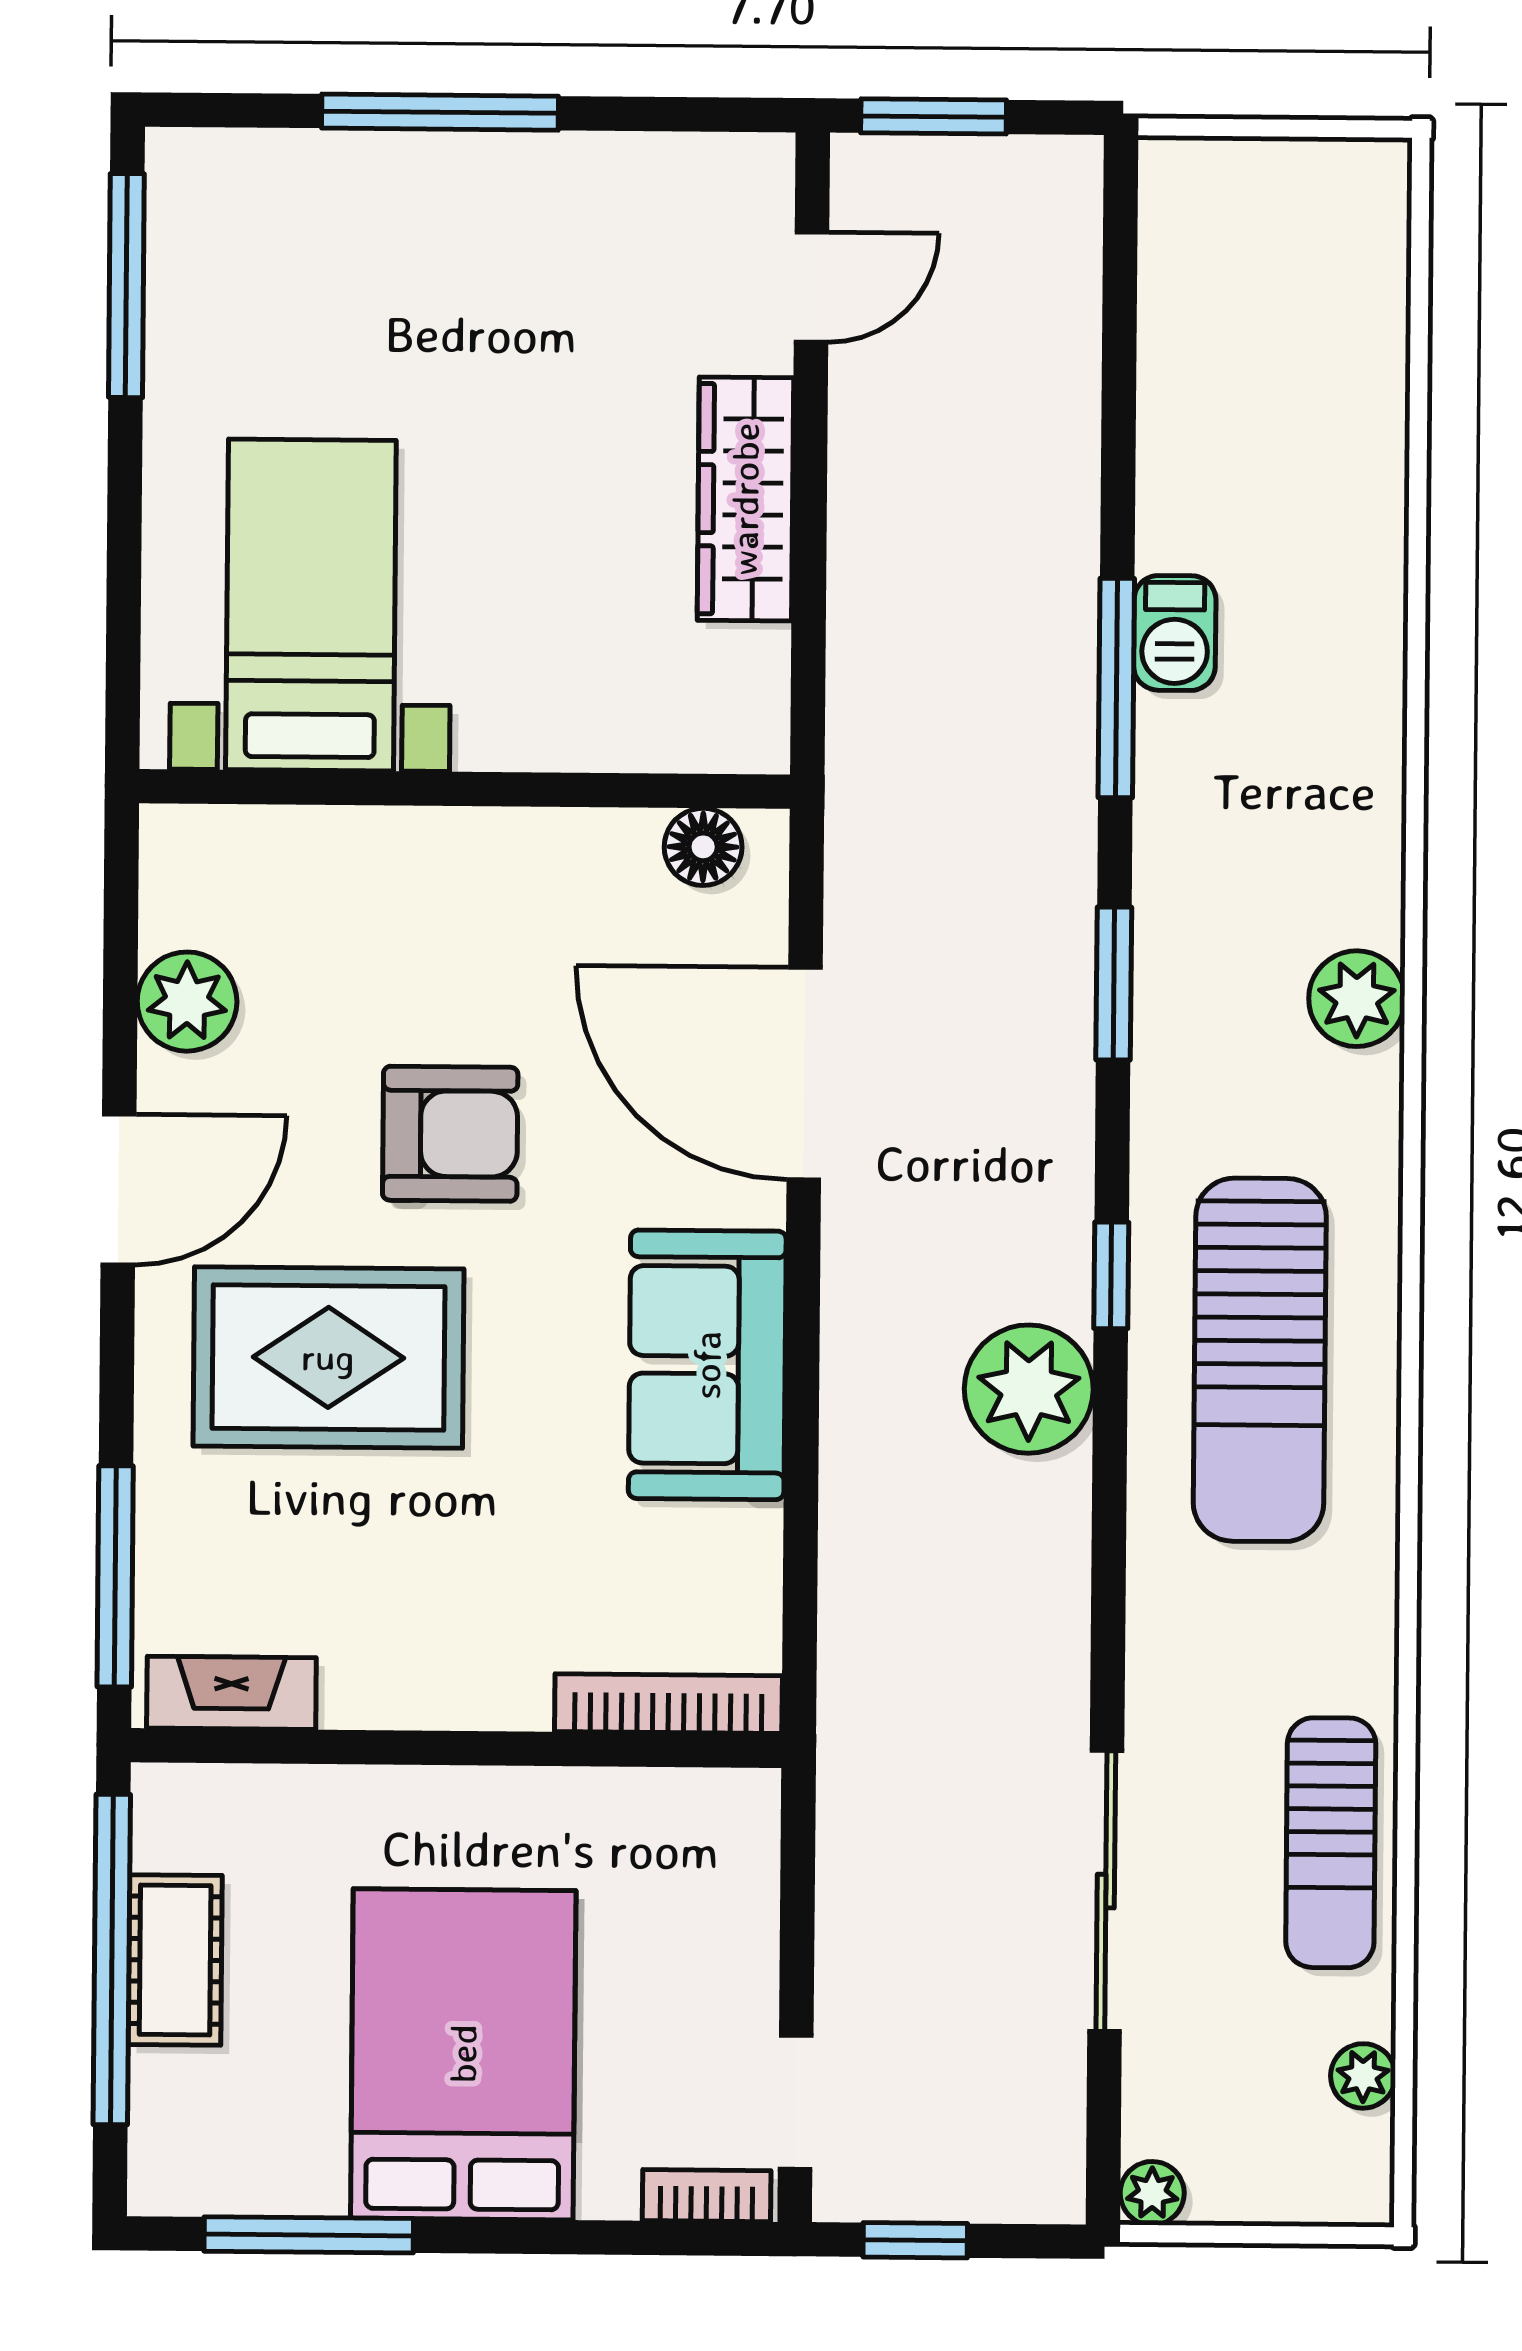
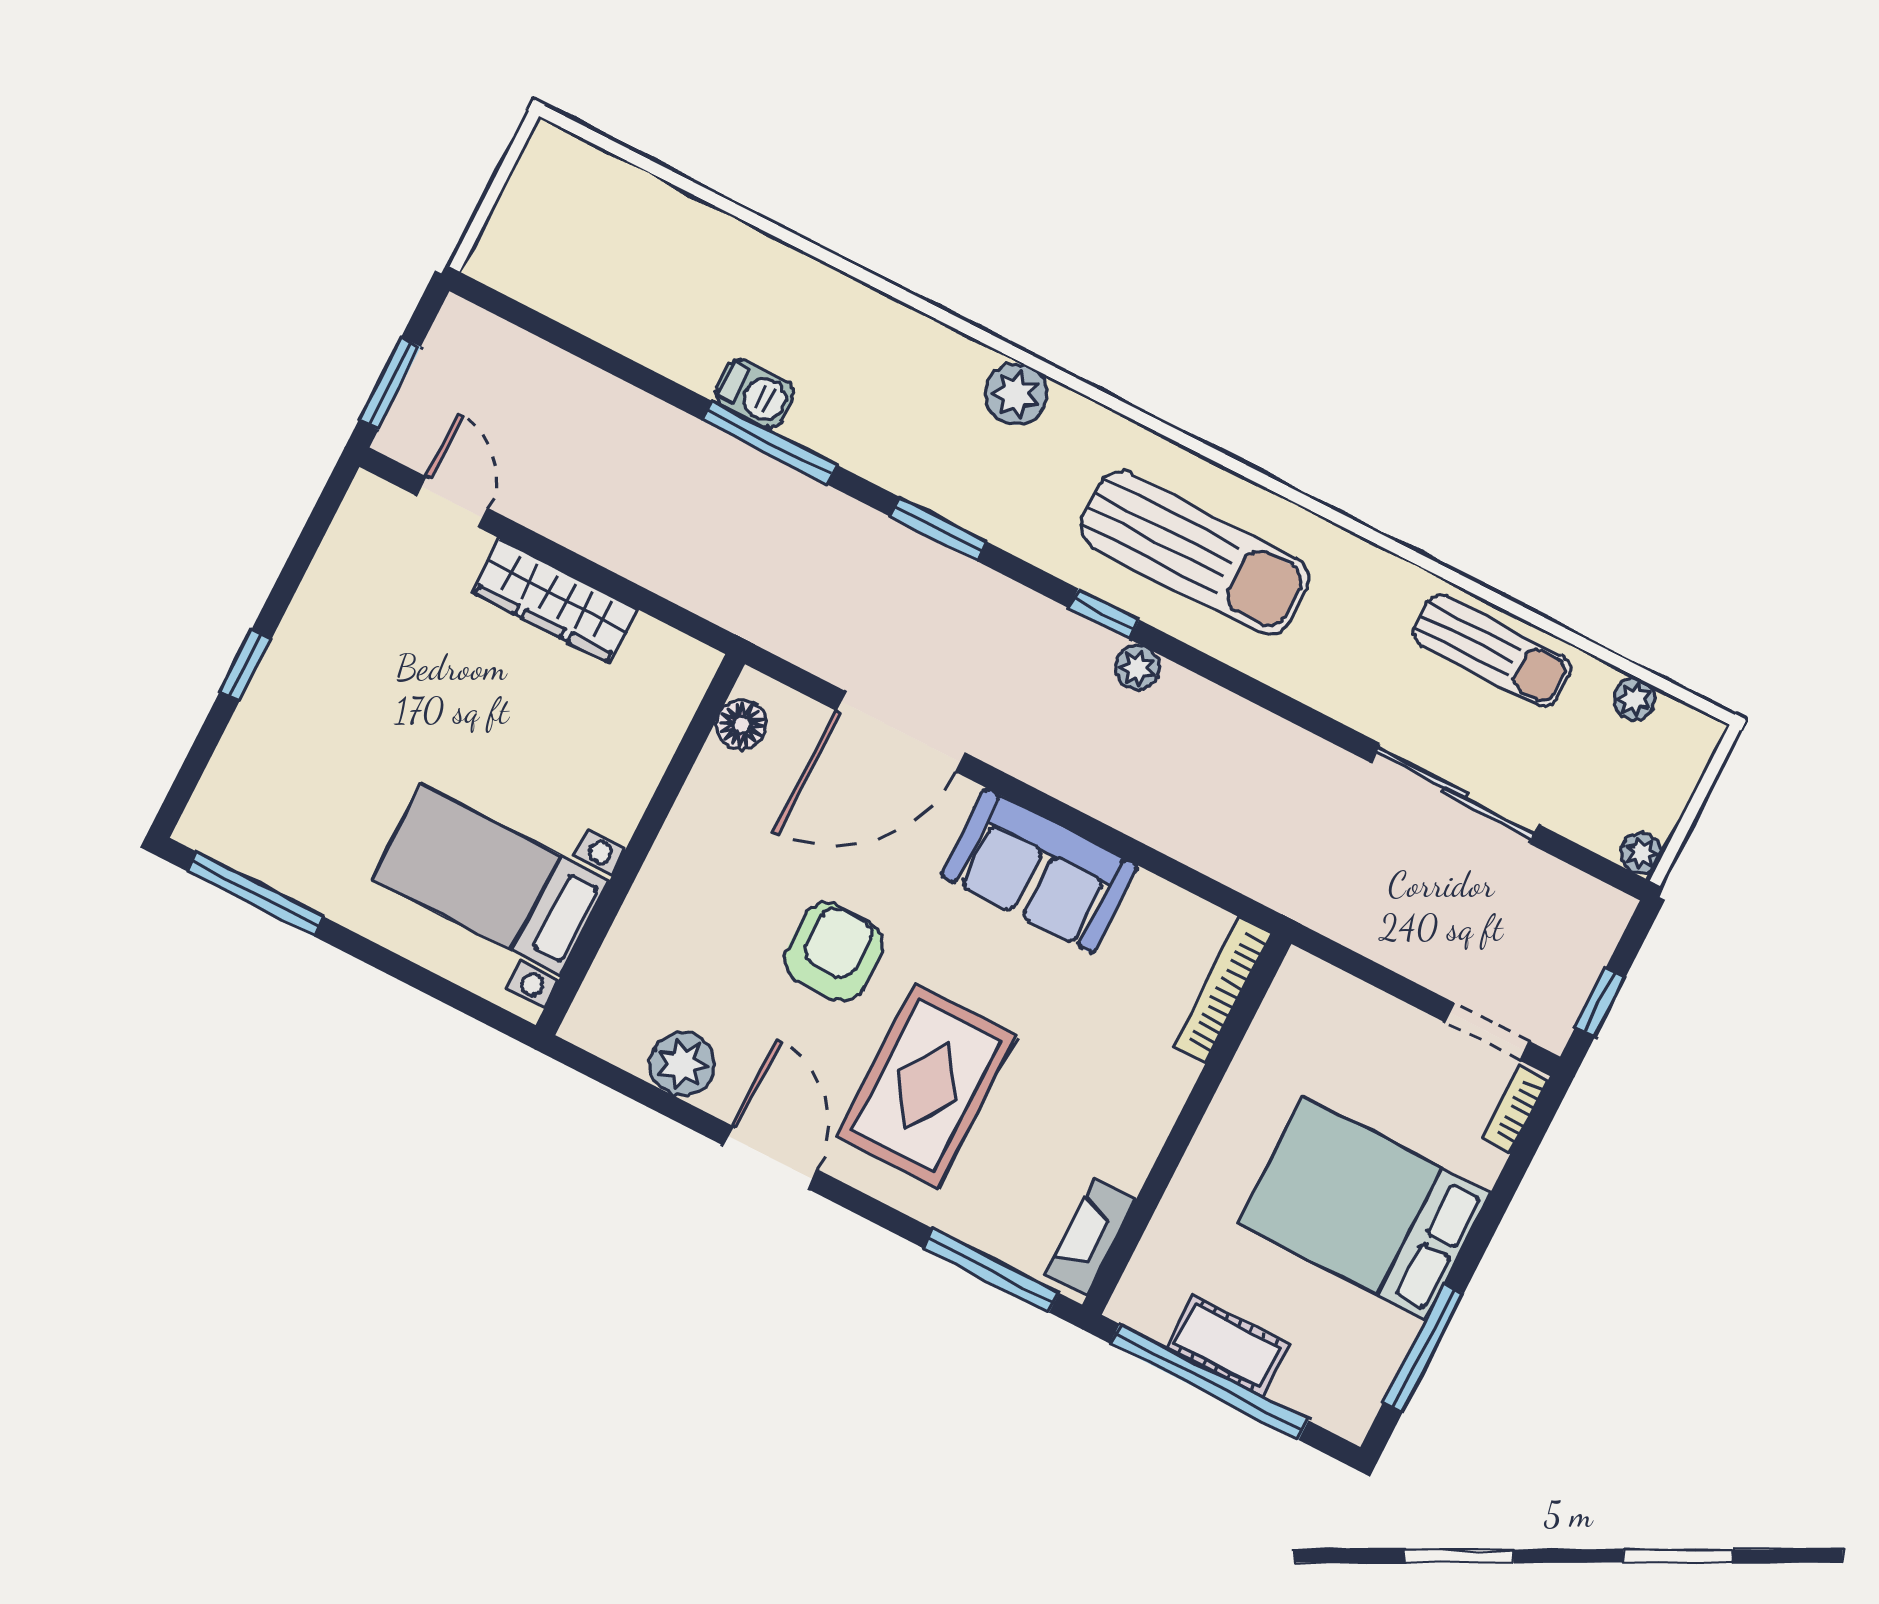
window: (440, 112) -> (246, 665), width x0.46
plant: (1029, 1389) -> (1137, 668), width x0.53, depth x0.53

